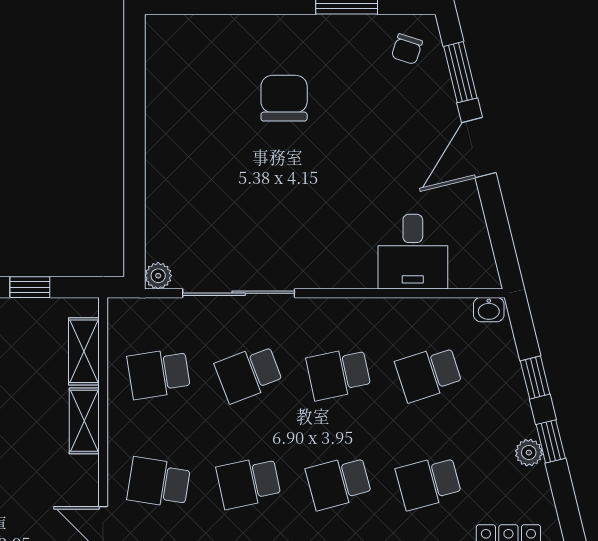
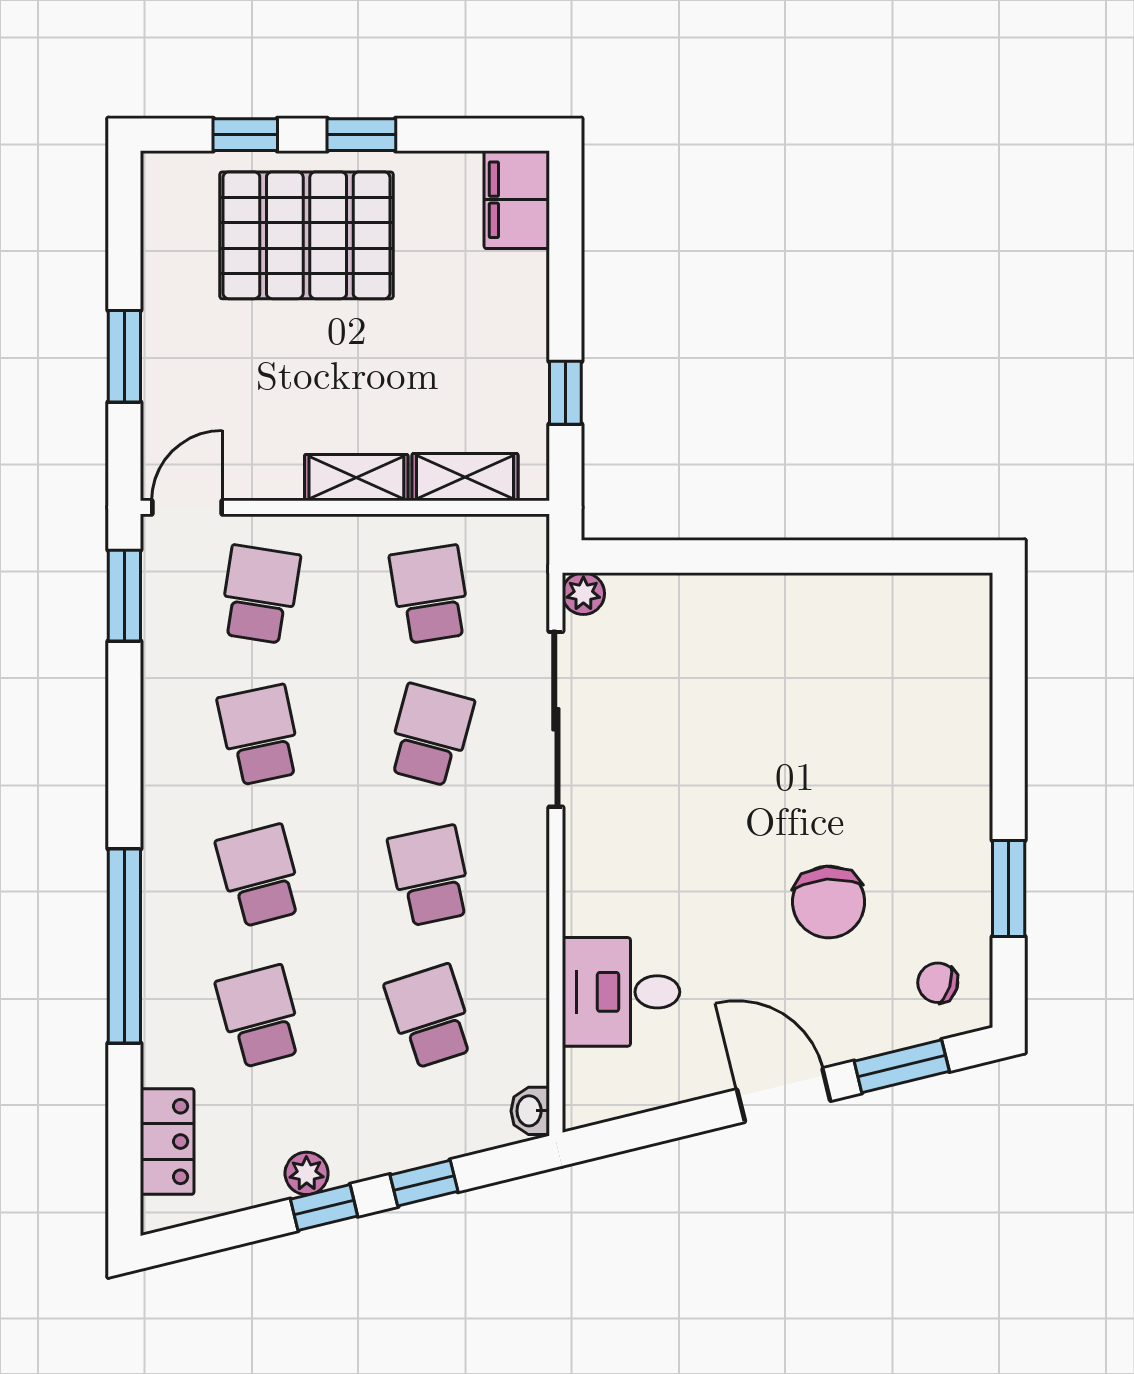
chair: (284, 98) -> (829, 902), moved, turned 86
school desk: (249, 374) -> (430, 735), turned 36

